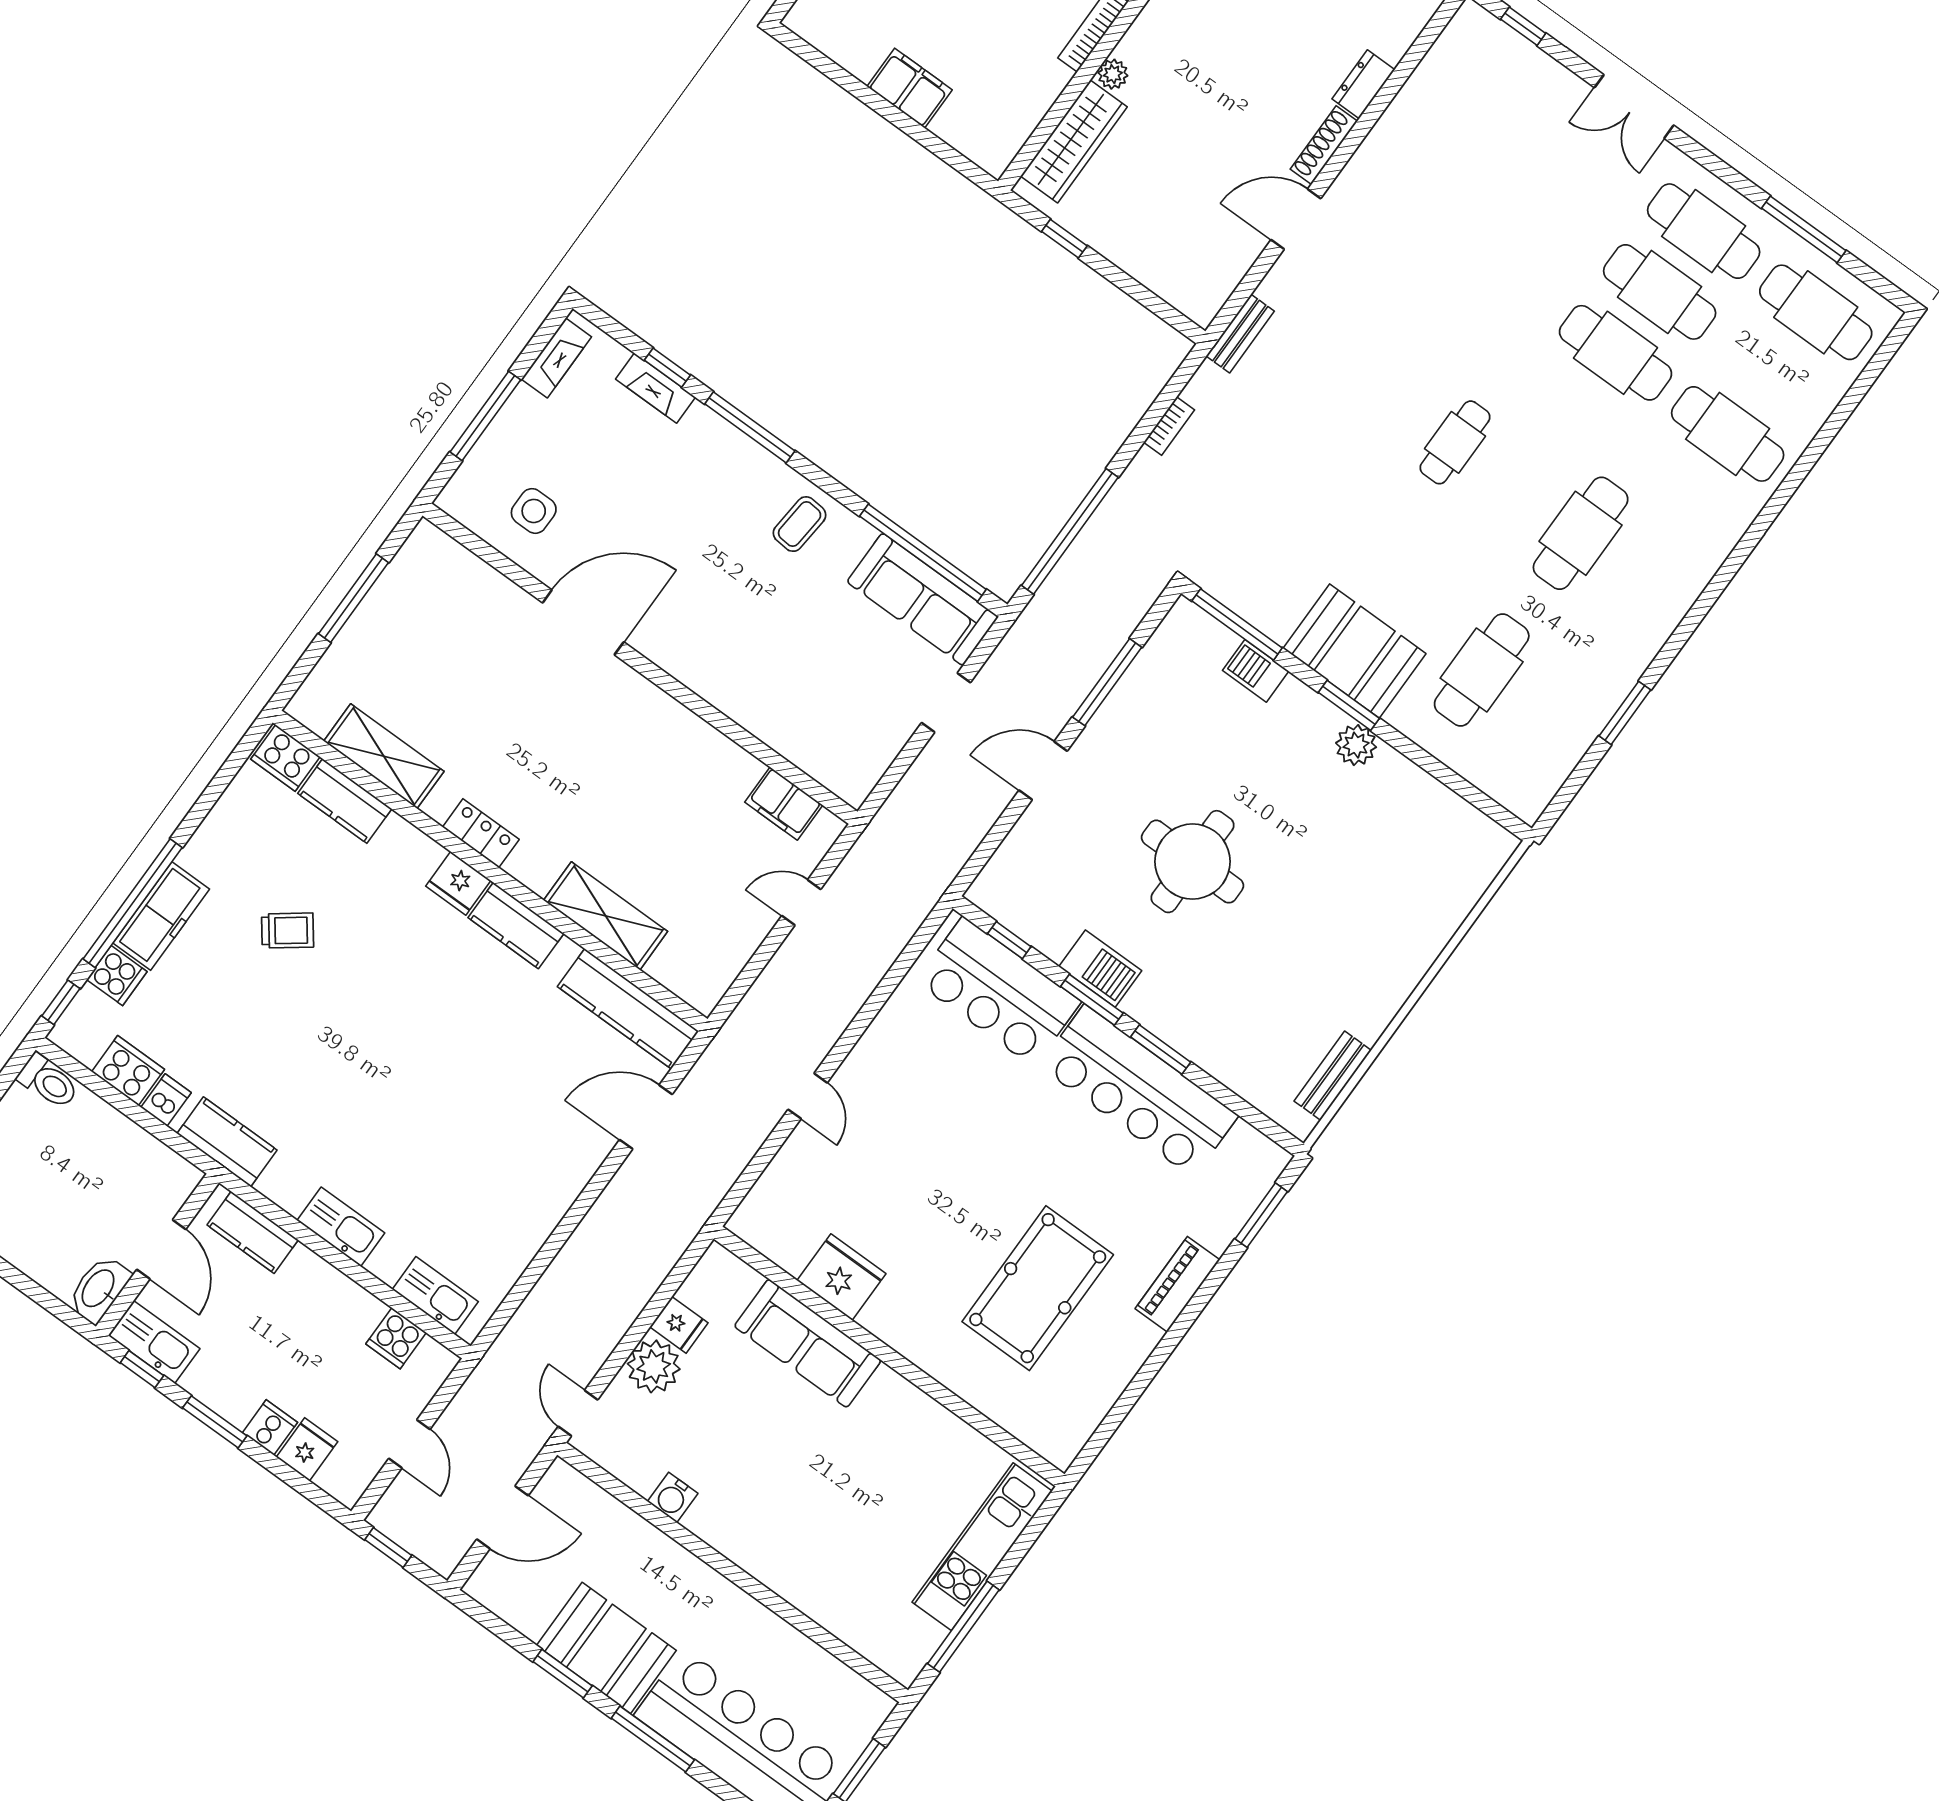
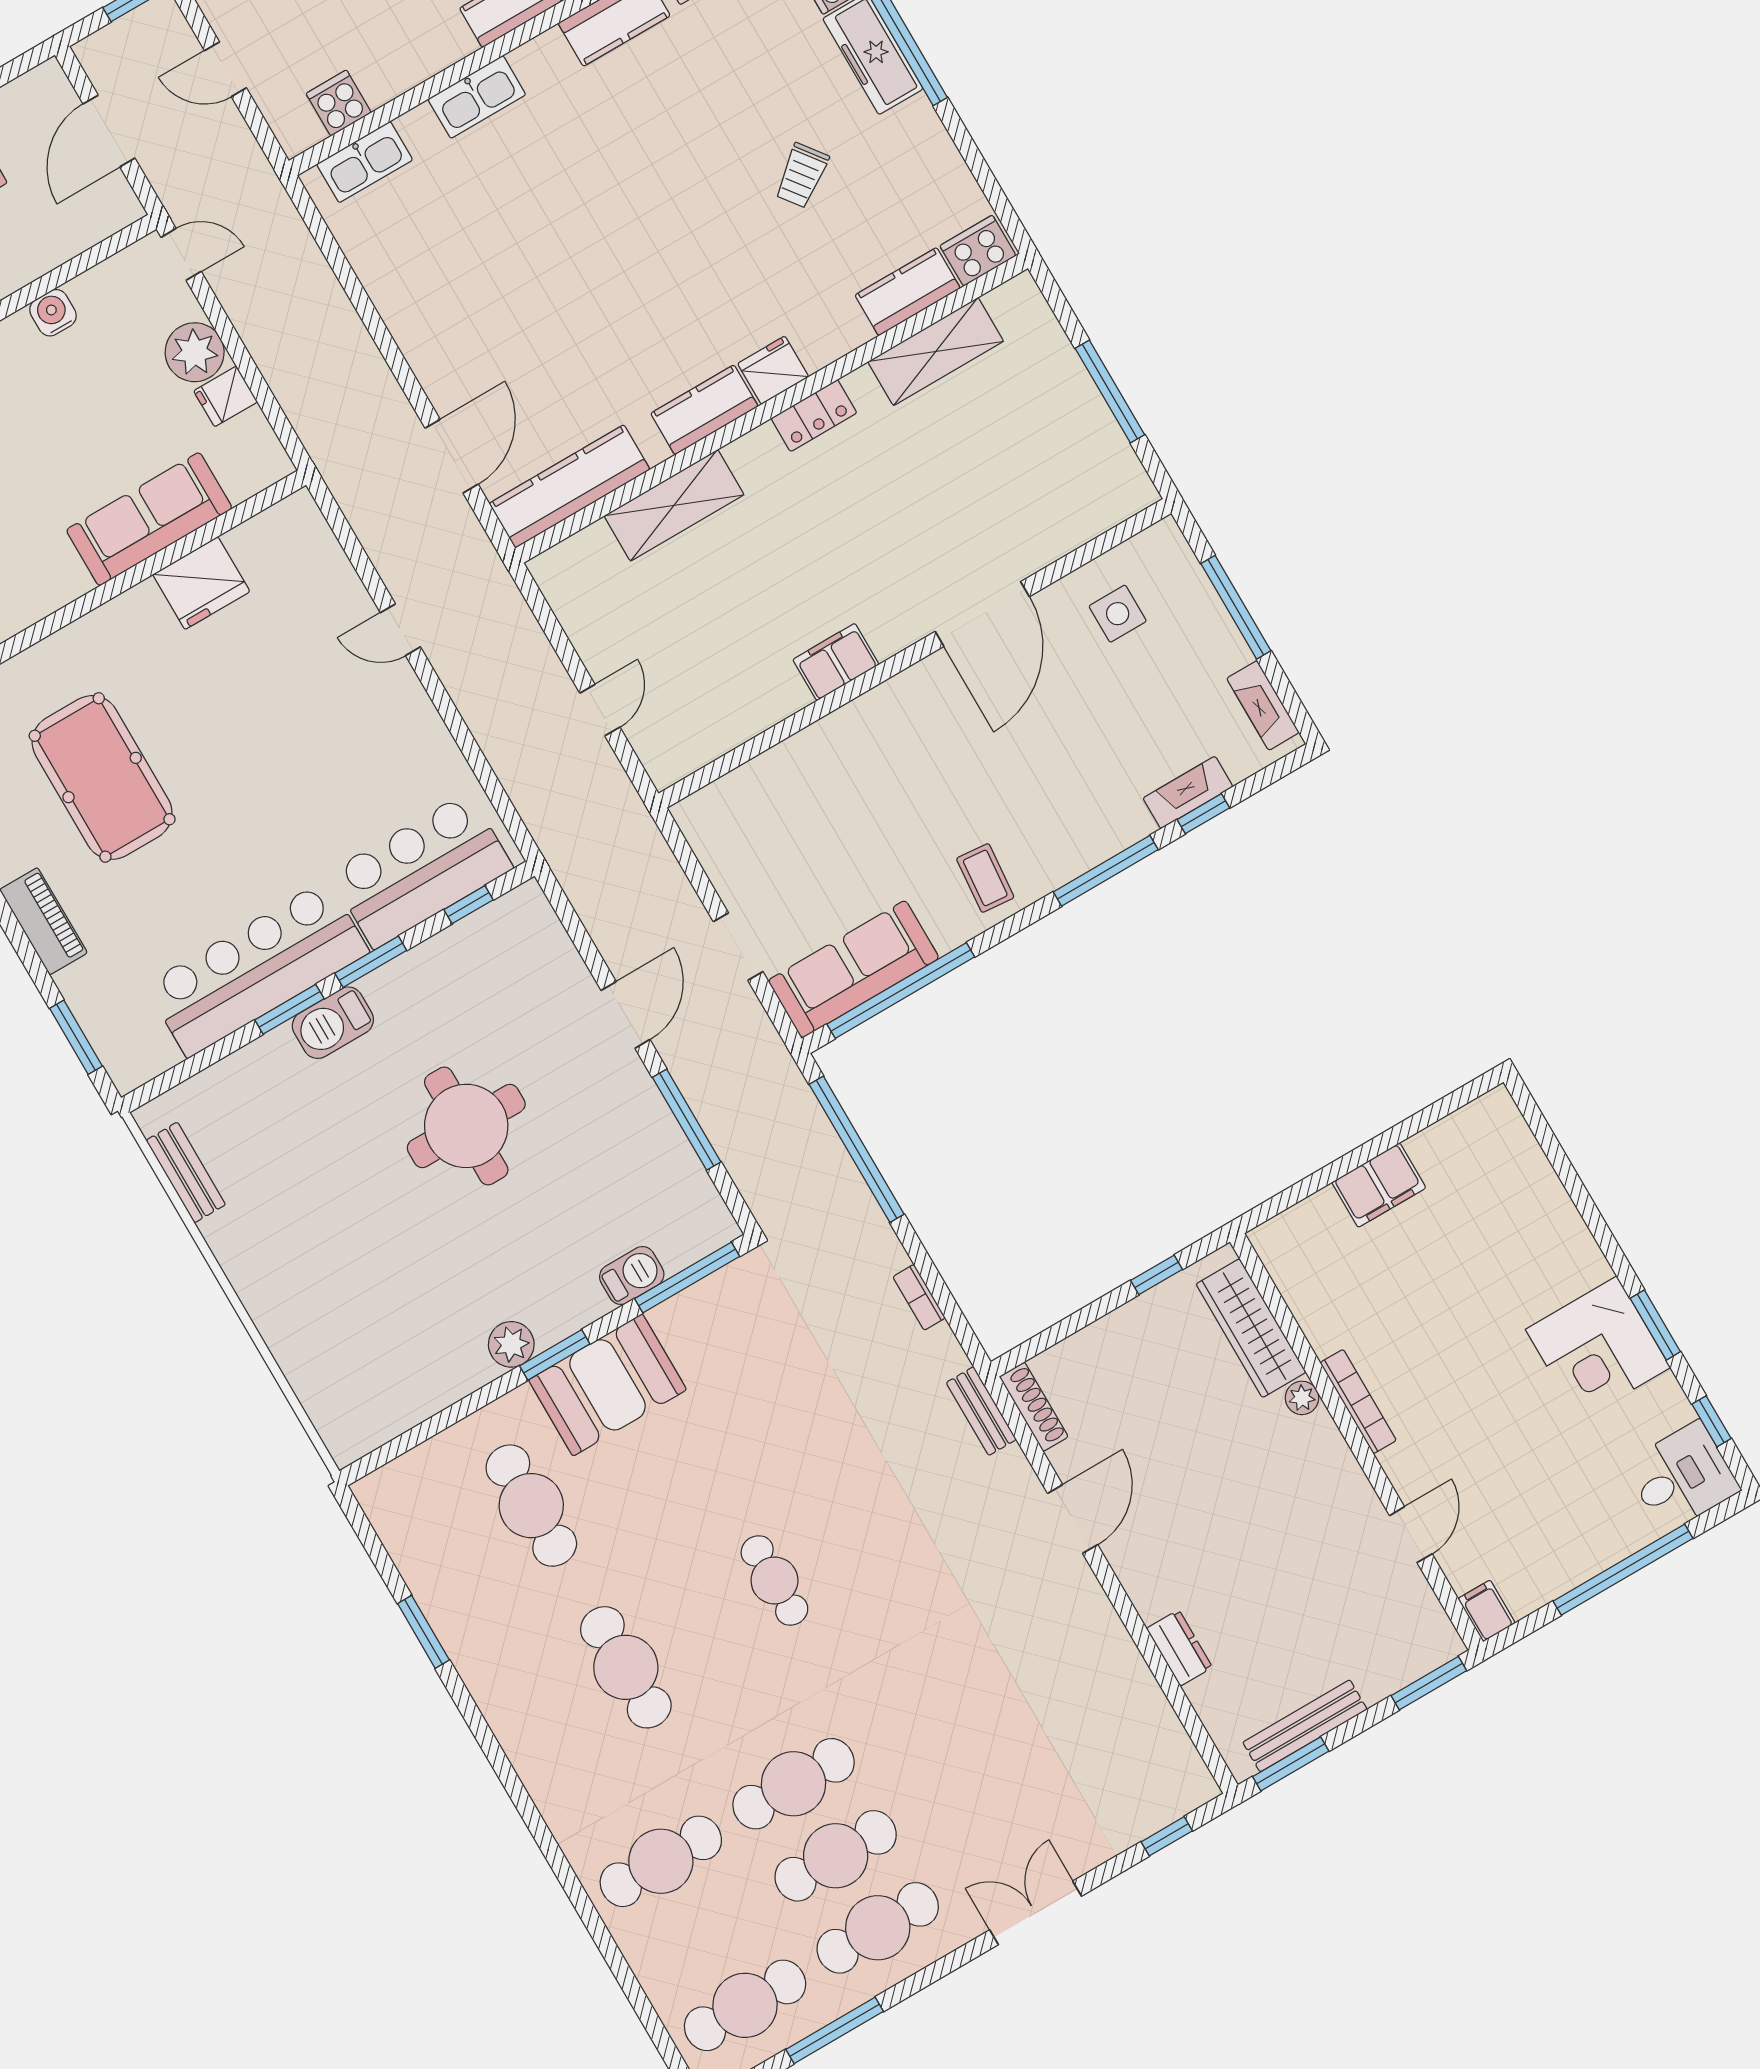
shoe rack: (1324, 145) -> (1034, 1407), moved
filing cabinet: (784, 804) -> (836, 662), moved
barbecue: (1100, 969) -> (333, 1023), moved

